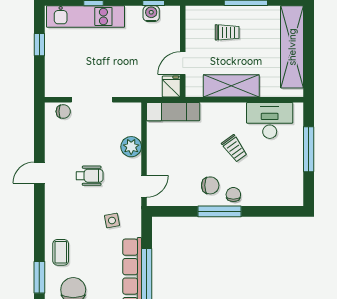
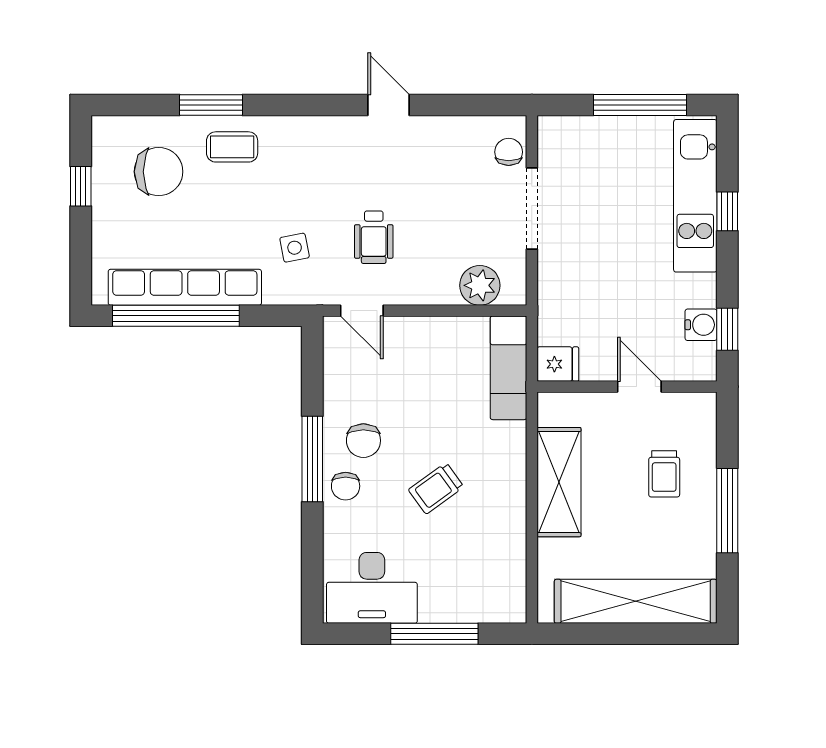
window: (39, 45) -> (640, 105), width x2.17
door: (183, 63) -> (639, 387), moved
chair: (63, 111) -> (509, 152), turned 180
desk: (270, 120) -> (372, 588), moved, turned 90
plant: (131, 147) -> (480, 285), moved
wheelchair: (89, 176) -> (374, 237), moved
chair: (233, 195) -> (346, 486), turned 90
window: (39, 277) -> (211, 105), moved

